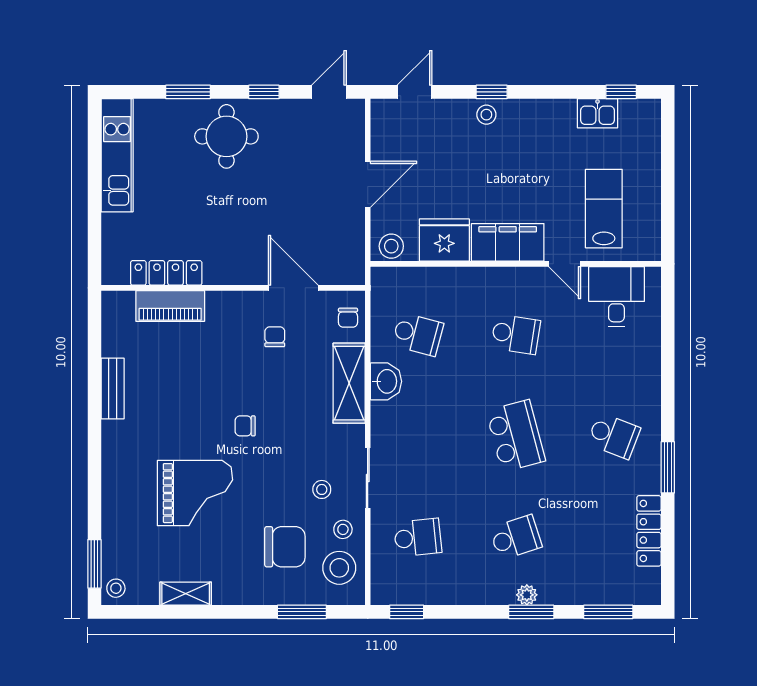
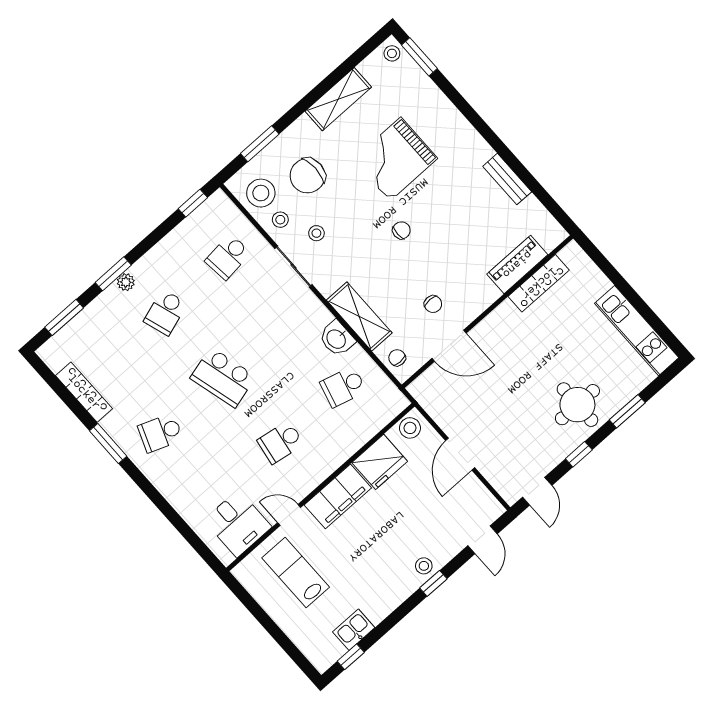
lab bench: (604, 209) -> (296, 572), turned 180
shelving: (186, 594) -> (338, 99), width x1.50, depth x1.33

